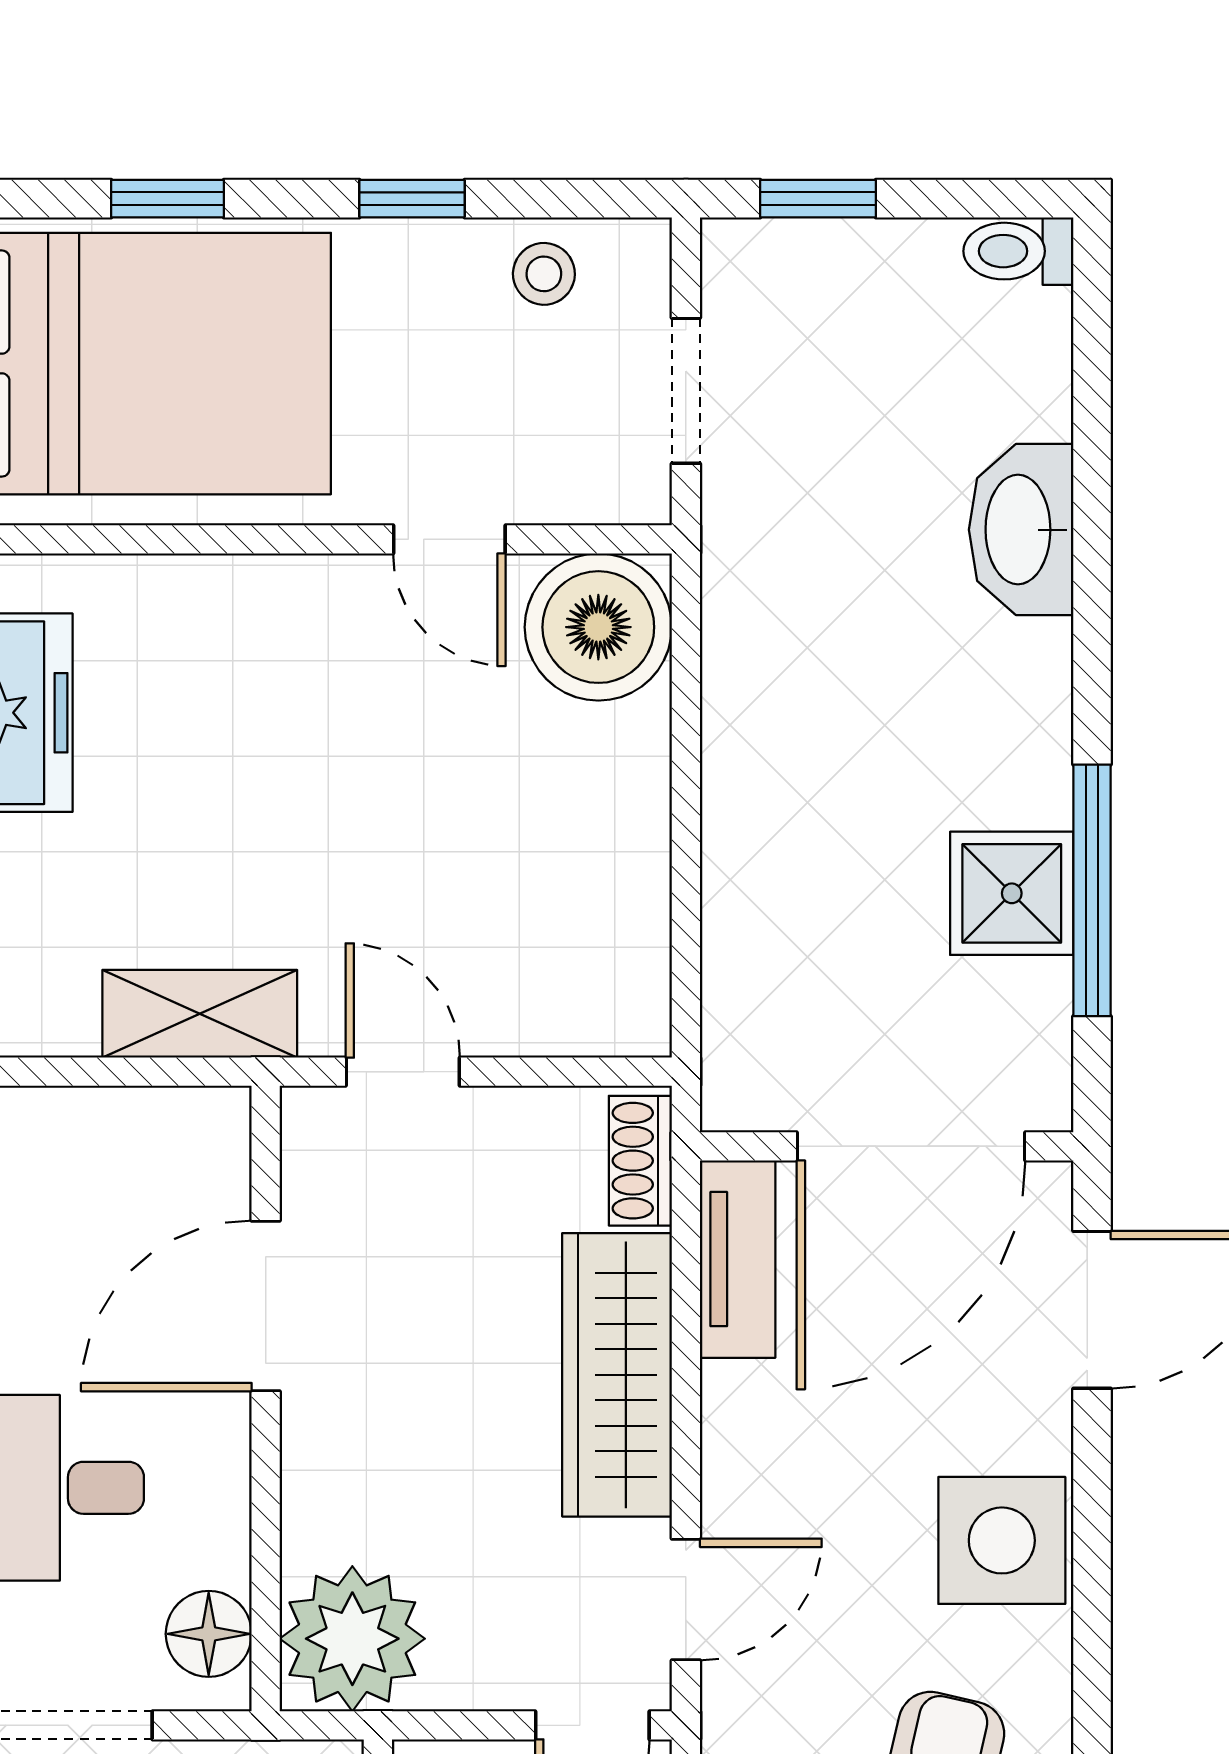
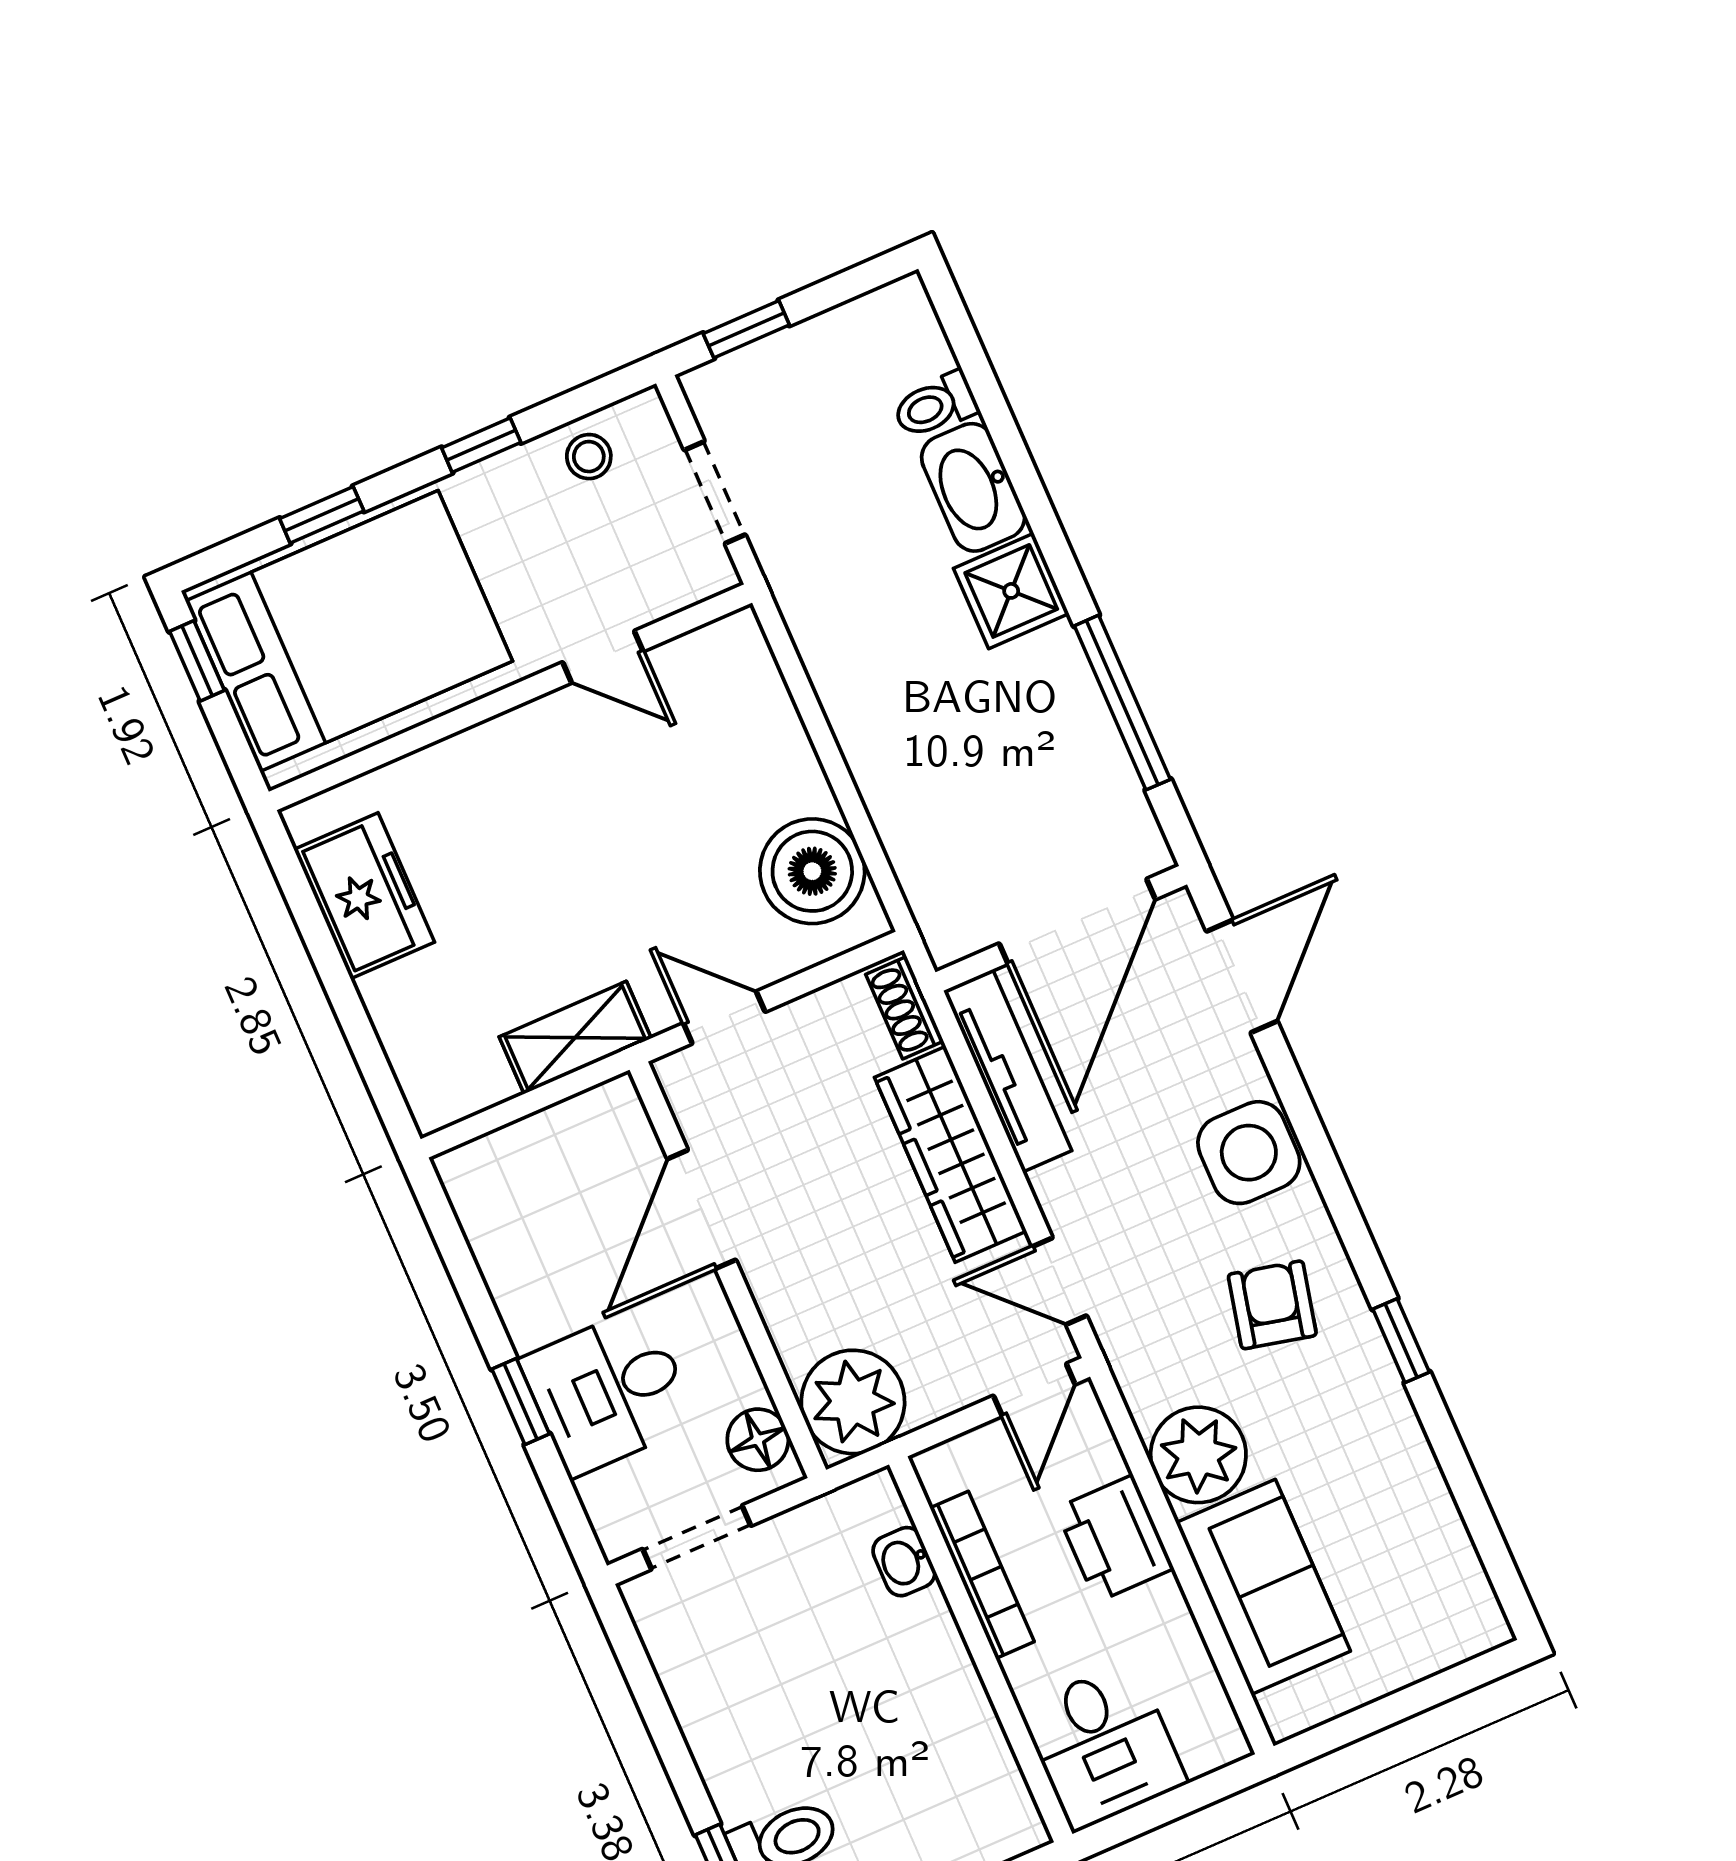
toilet: (1018, 251) -> (935, 405), moved
boiler: (598, 627) -> (812, 871), moved
shower: (1012, 893) -> (1011, 591), moved
tv unit: (738, 1259) -> (1008, 1071), width x1.41
door: (686, 1599) -> (1059, 1281), swing flipped

